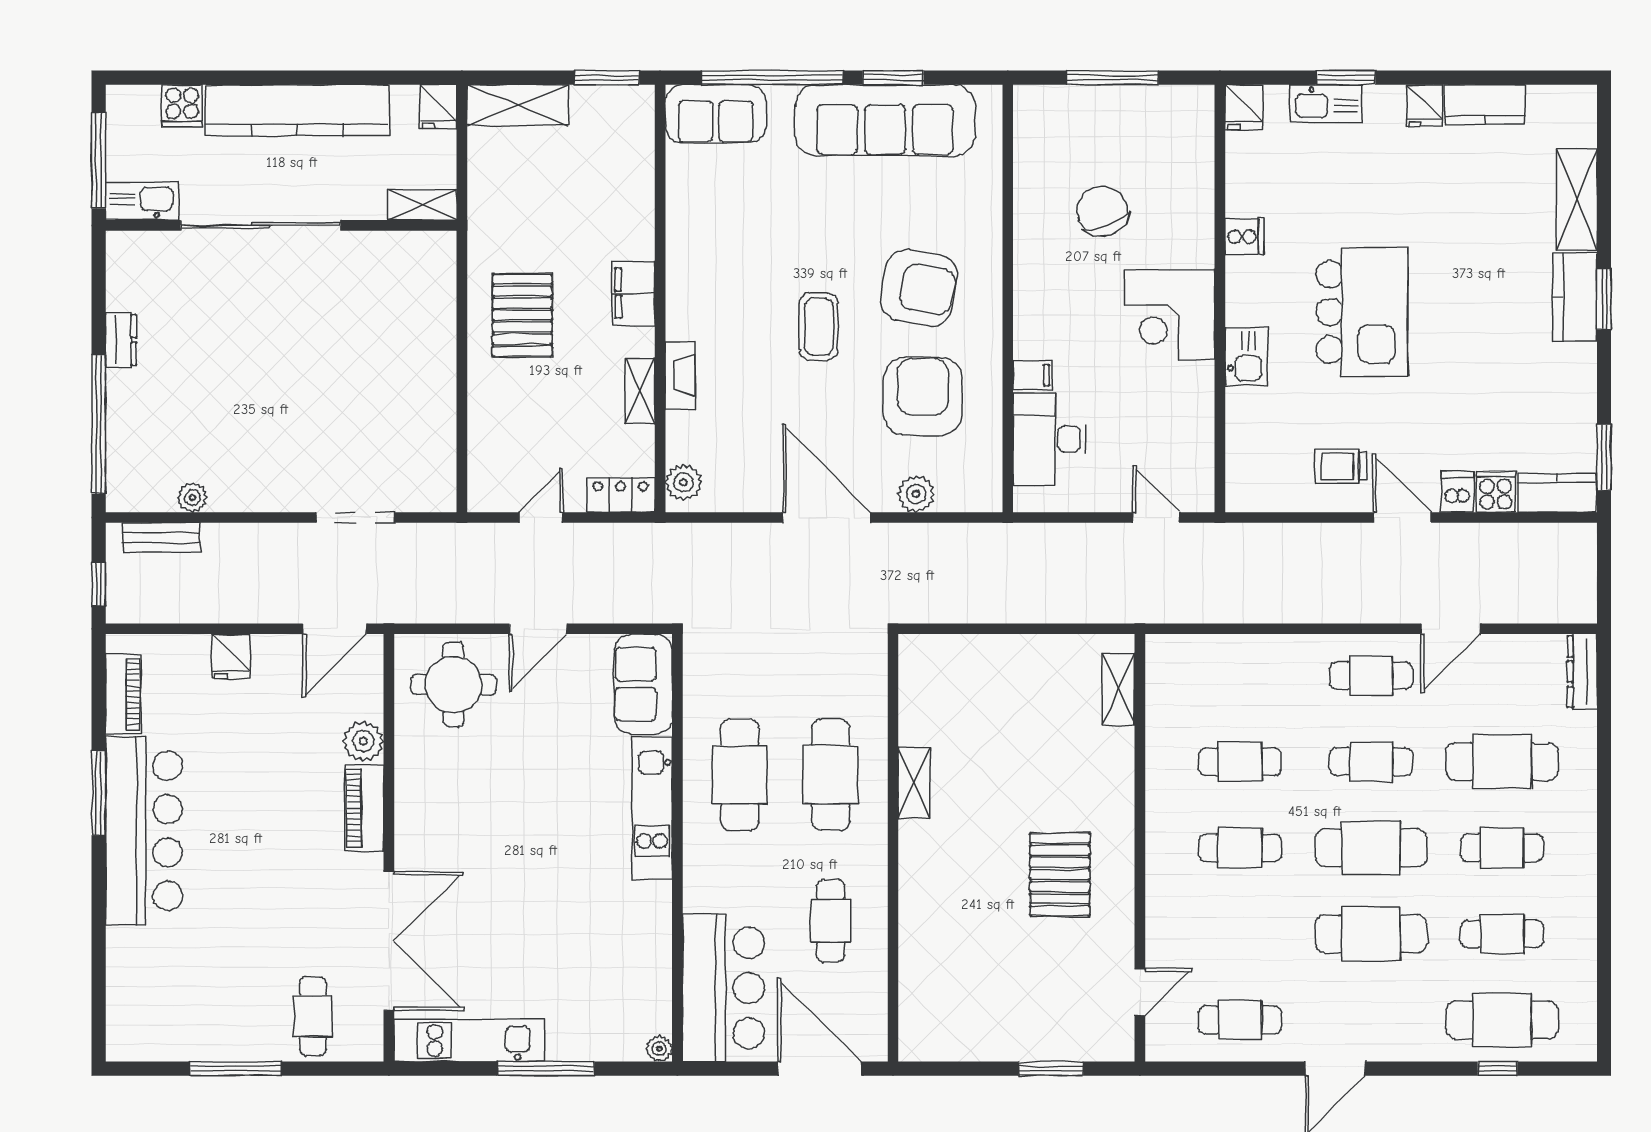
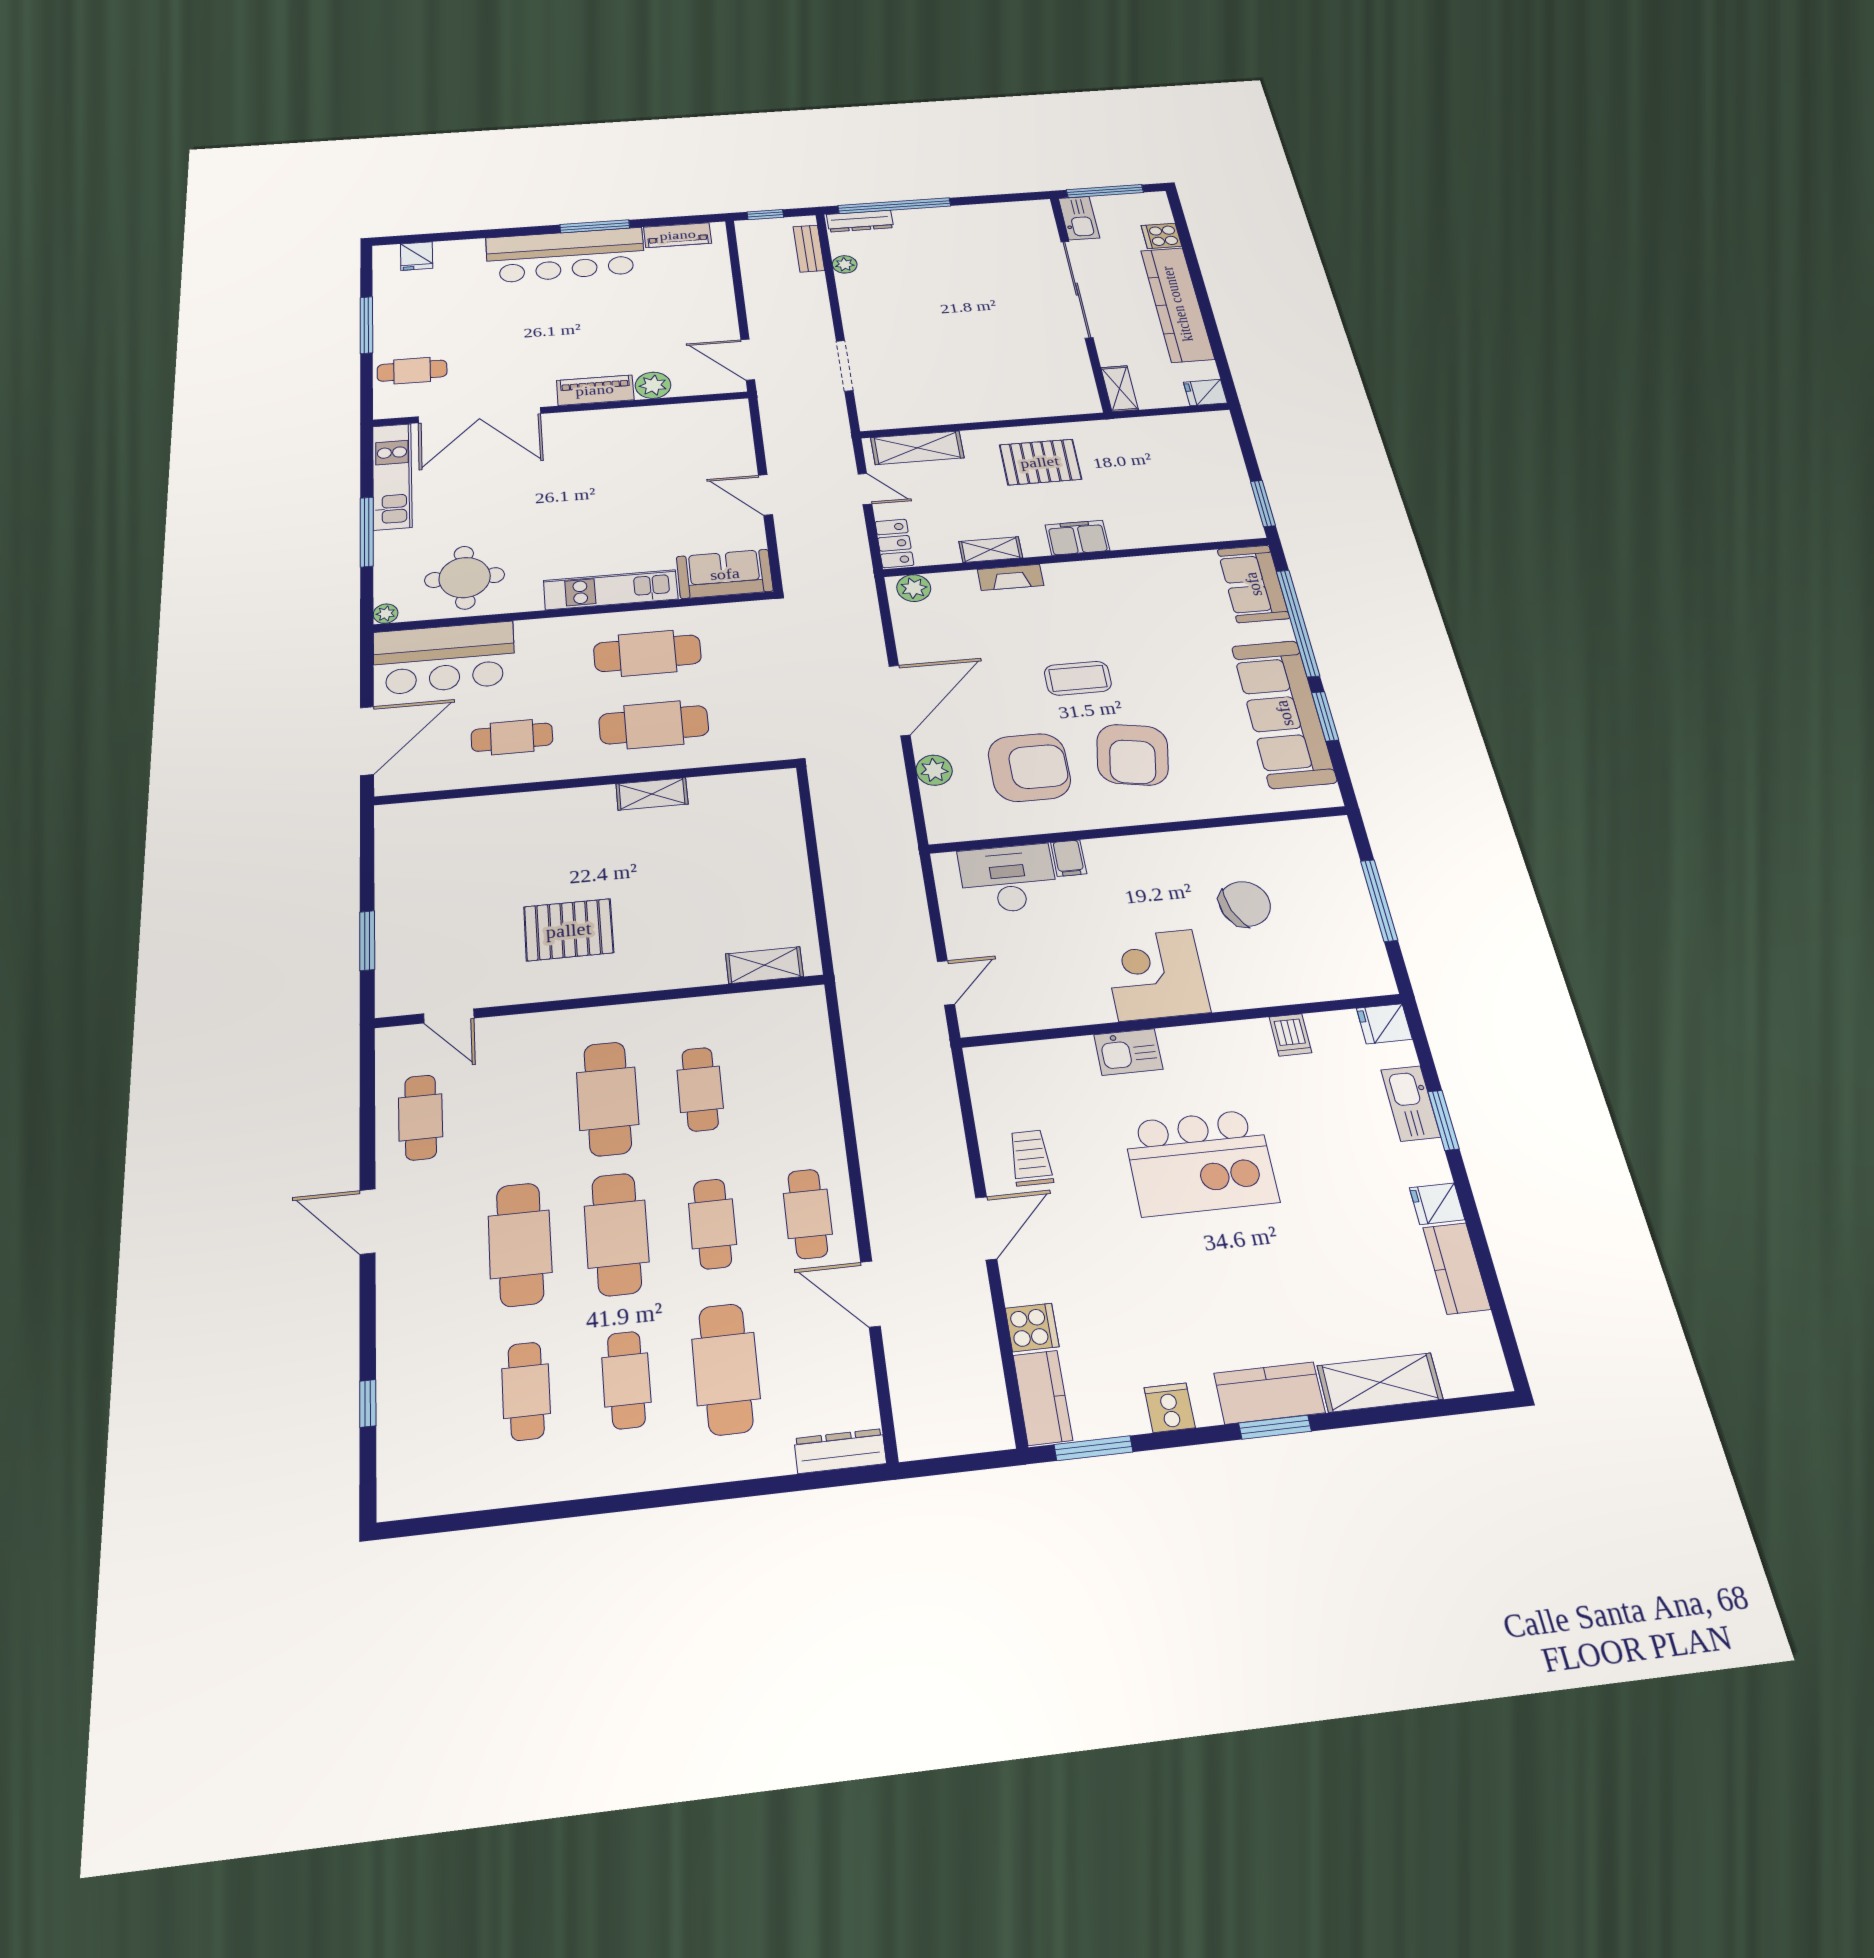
shelving: (518, 105) -> (917, 448), moved, turned 90
cooker: (1244, 237) -> (1170, 1408), moved, turned 180
dresser: (121, 340) -> (860, 221), moved, width x1.44
dishwasher: (1458, 492) -> (1290, 1035), moved, turned 90
fridge: (231, 656) -> (417, 256), moved, turned -90
round table: (453, 685) -> (465, 578), moved
cafe table: (1240, 848) -> (608, 1098), width x1.37, depth x1.35
cafe table: (1502, 1020) -> (425, 1402), removed

